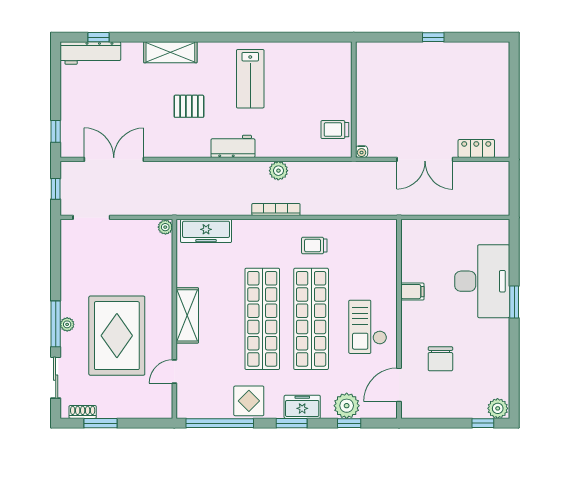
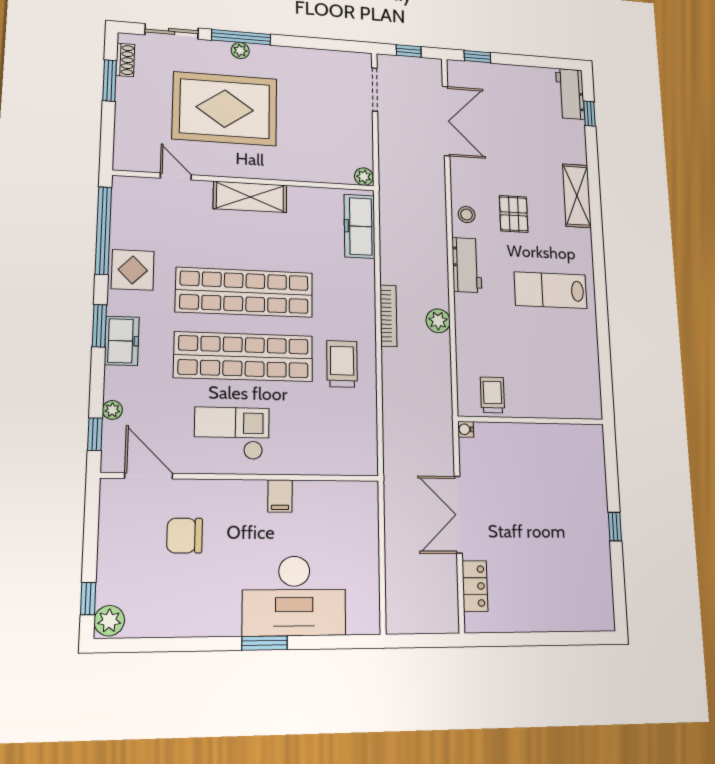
workbench: (90, 53) -> (570, 94), width x0.73
stool: (192, 145) -> (467, 215), added
trolley: (314, 246) -> (342, 364), width x1.36, depth x1.39
plant: (347, 406) -> (112, 410), width x0.53, depth x0.53
window: (349, 423) -> (95, 434), moved

